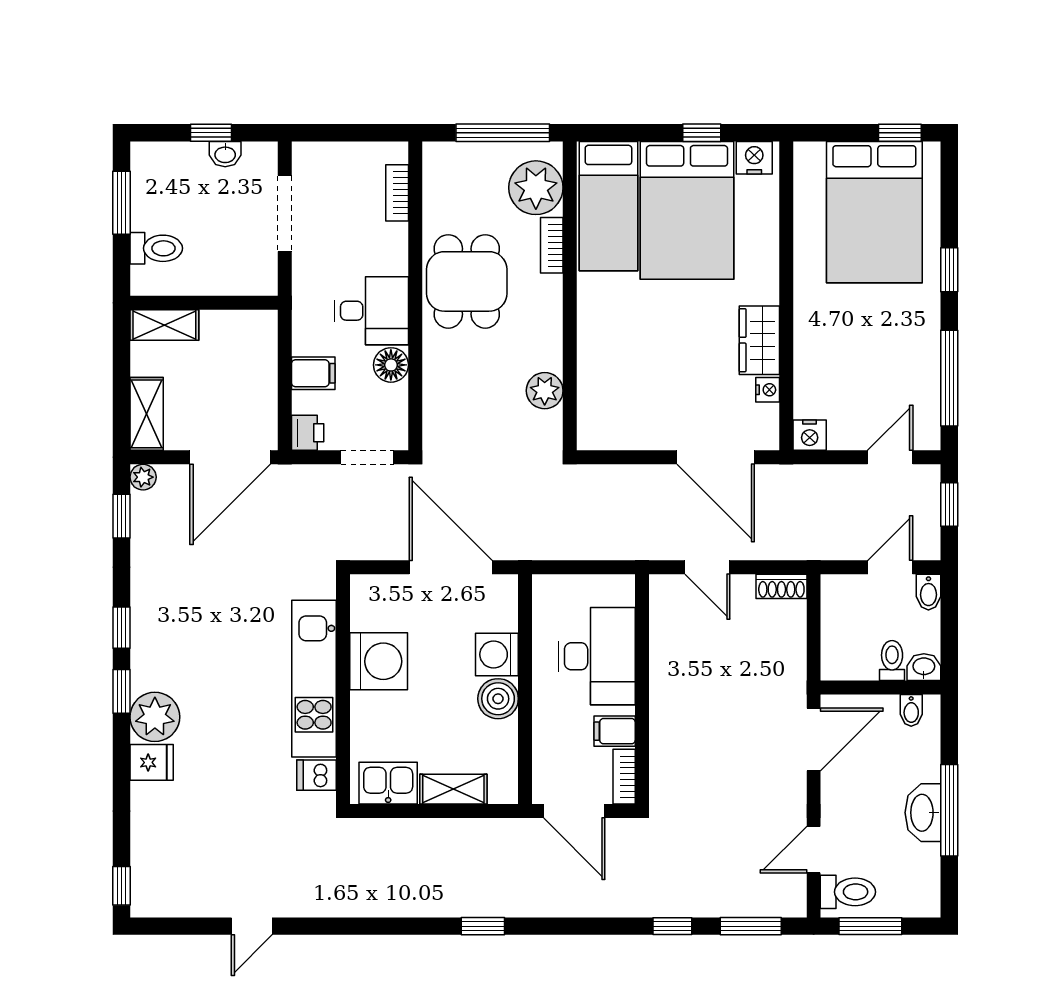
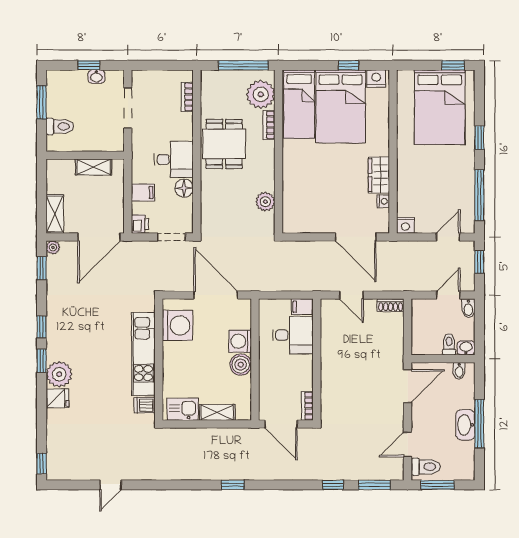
shelving: (164, 325) -> (94, 167), moved
desk: (597, 656) -> (293, 335), width x0.73
washing machine: (379, 661) -> (178, 325), moved
filing cabinet: (615, 731) -> (302, 307), moved

